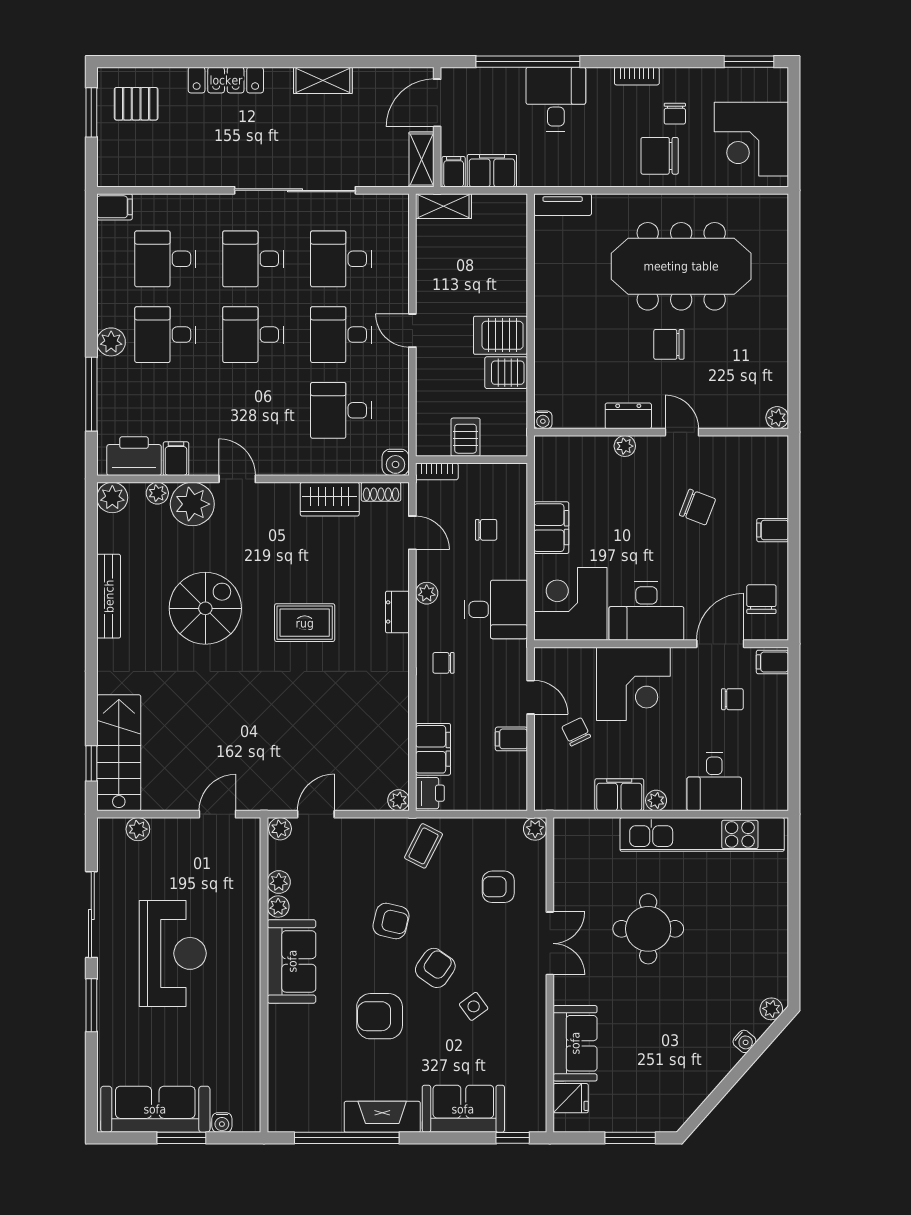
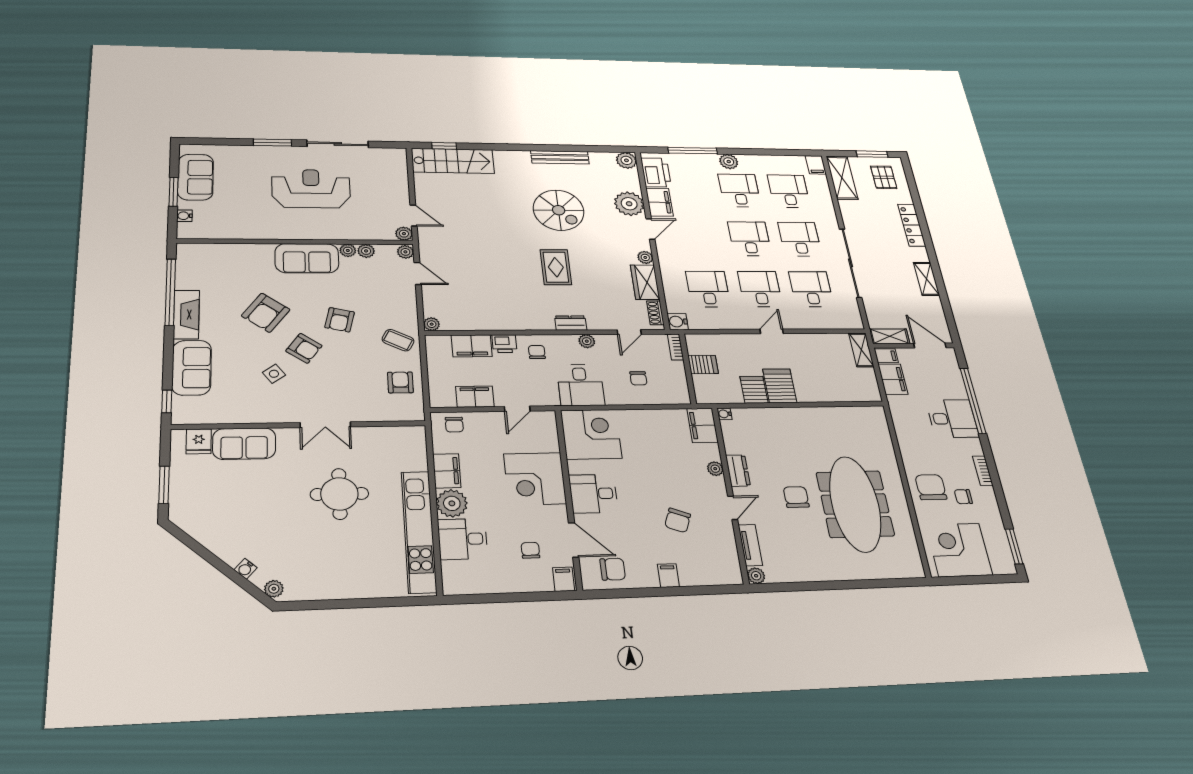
shelving: (138, 170) -> (842, 178), added
tv unit: (563, 205) -> (750, 545), moved, turned 180
filing cabinet: (176, 459) -> (659, 202), width x2.00
plant: (157, 493) -> (645, 257), moved
filing cabinet: (551, 528) -> (703, 425), moved, turned 90
desk: (646, 611) -> (593, 494), width x0.73
chair: (732, 699) -> (530, 550), turned 180
chair: (576, 732) -> (454, 425), moved, turned 116
filing cabinet: (511, 739) -> (475, 397), width x2.00
printer: (430, 793) -> (504, 344), moved
plant: (656, 800) -> (452, 503), width x1.87, depth x1.87
plant: (138, 829) -> (404, 234), moved
plant: (535, 829) -> (416, 413), removed
armchair: (498, 887) -> (400, 382), moved
reception desk: (173, 953) -> (311, 189), turned 180
armchair: (380, 1016) -> (266, 313), turned -144
sofa: (155, 1109) -> (196, 177), width x0.73

